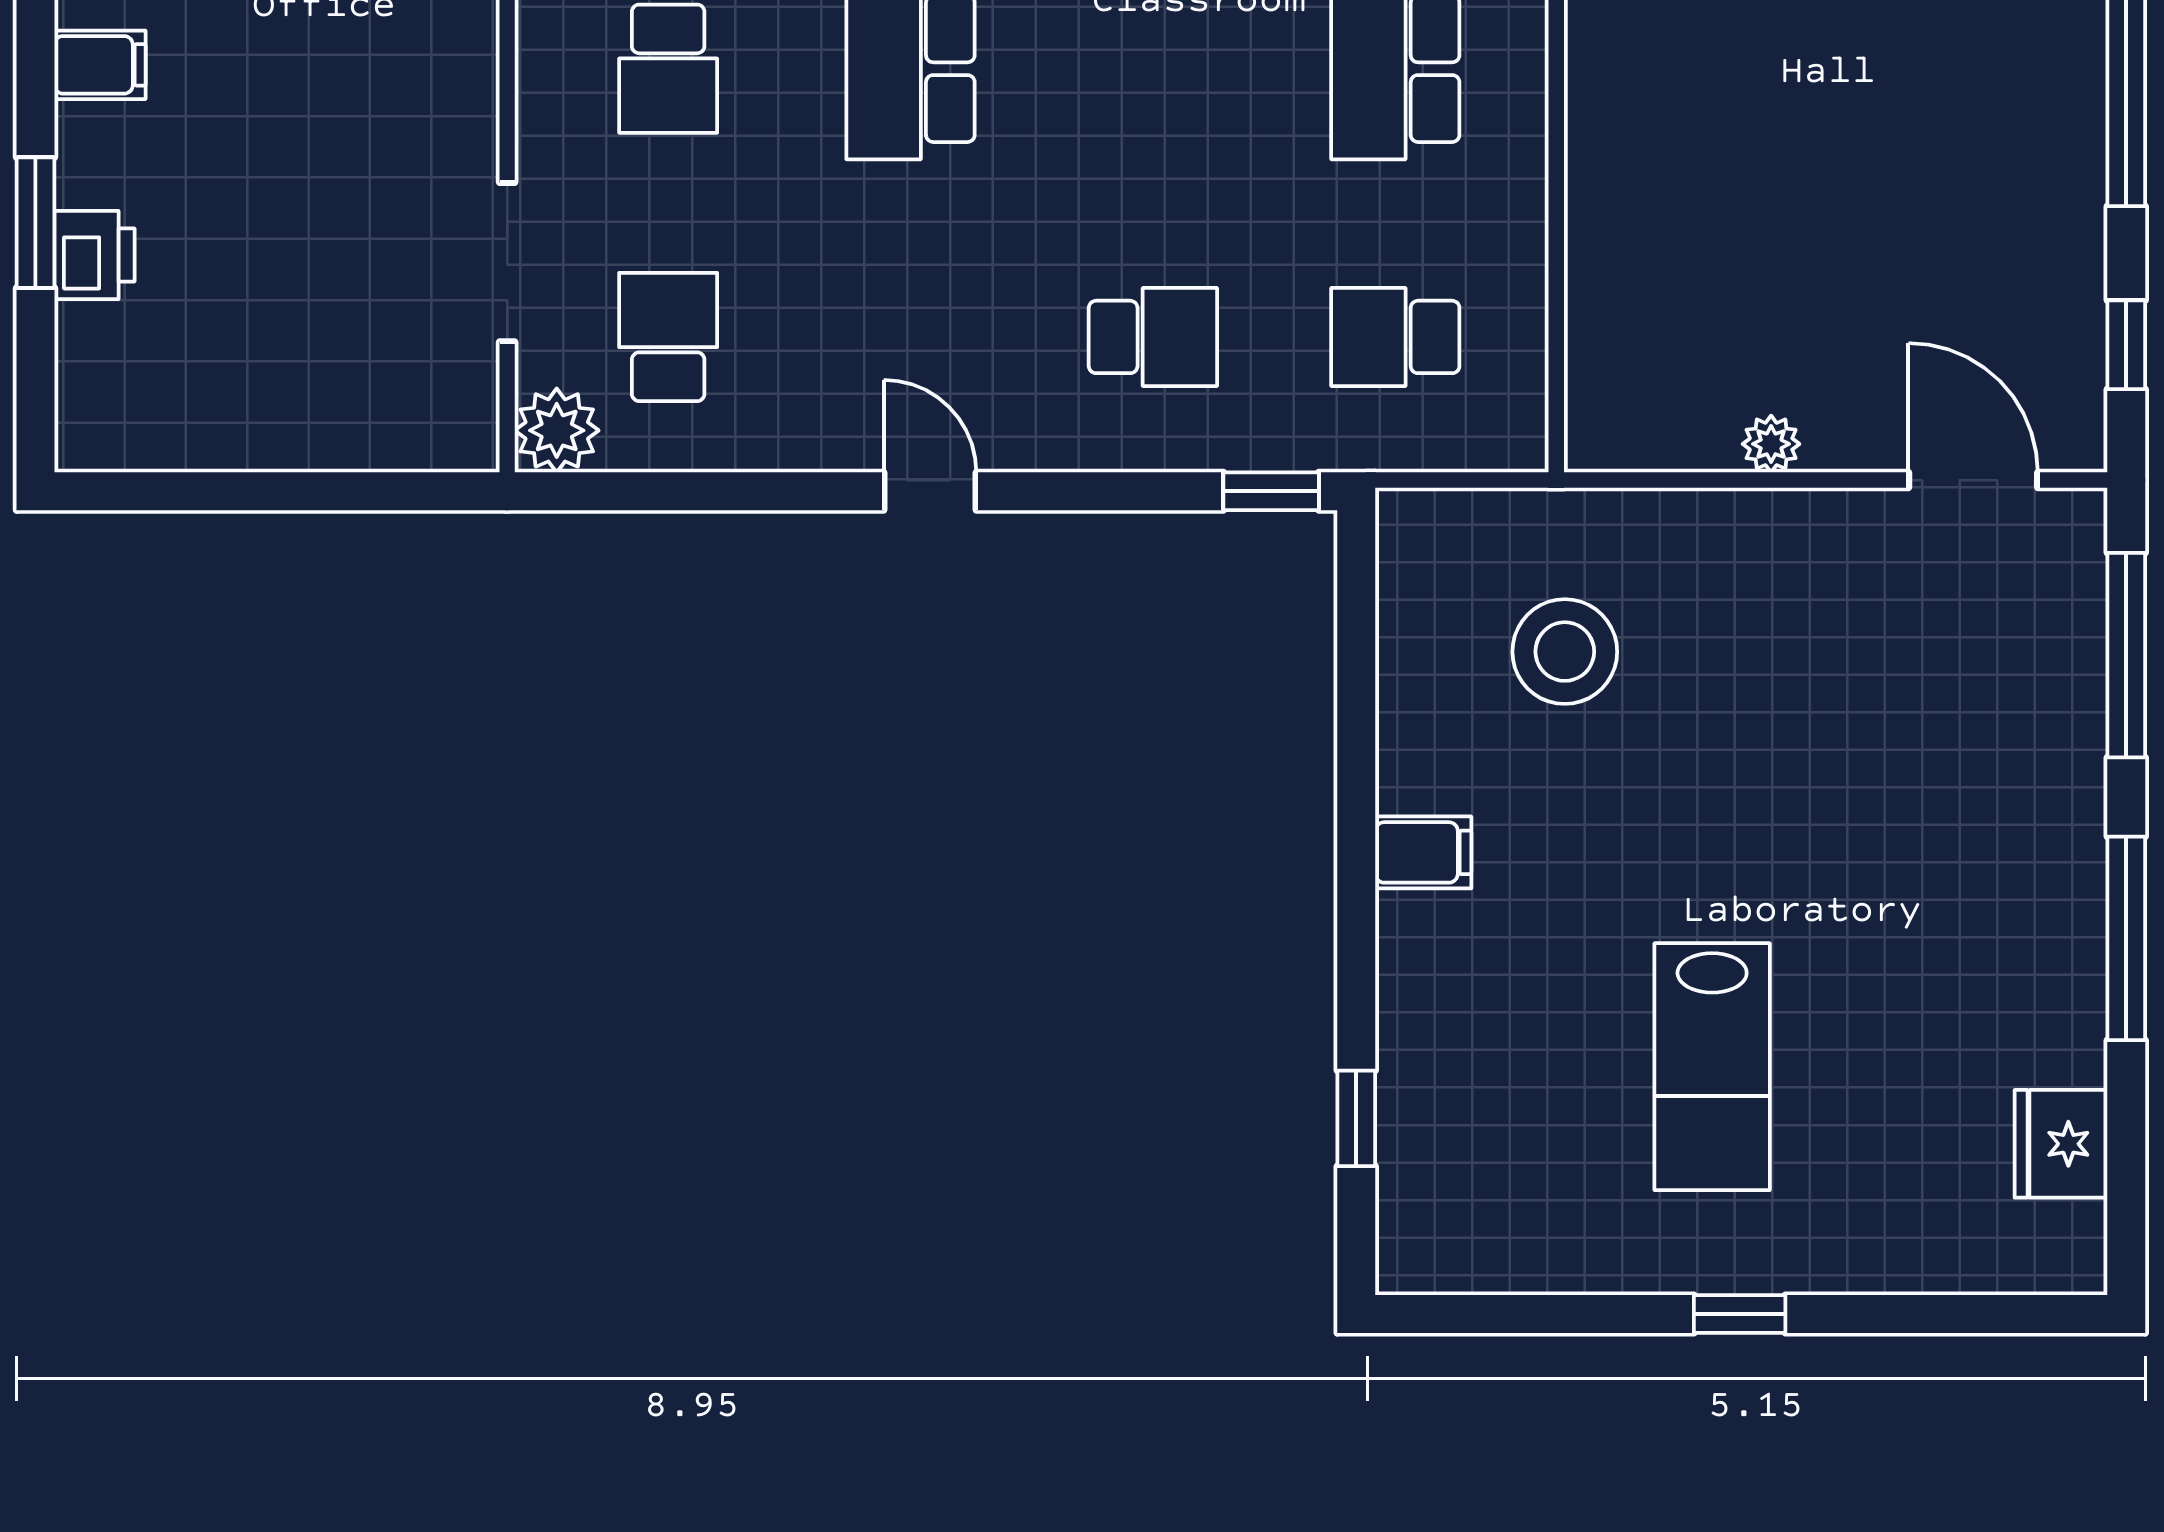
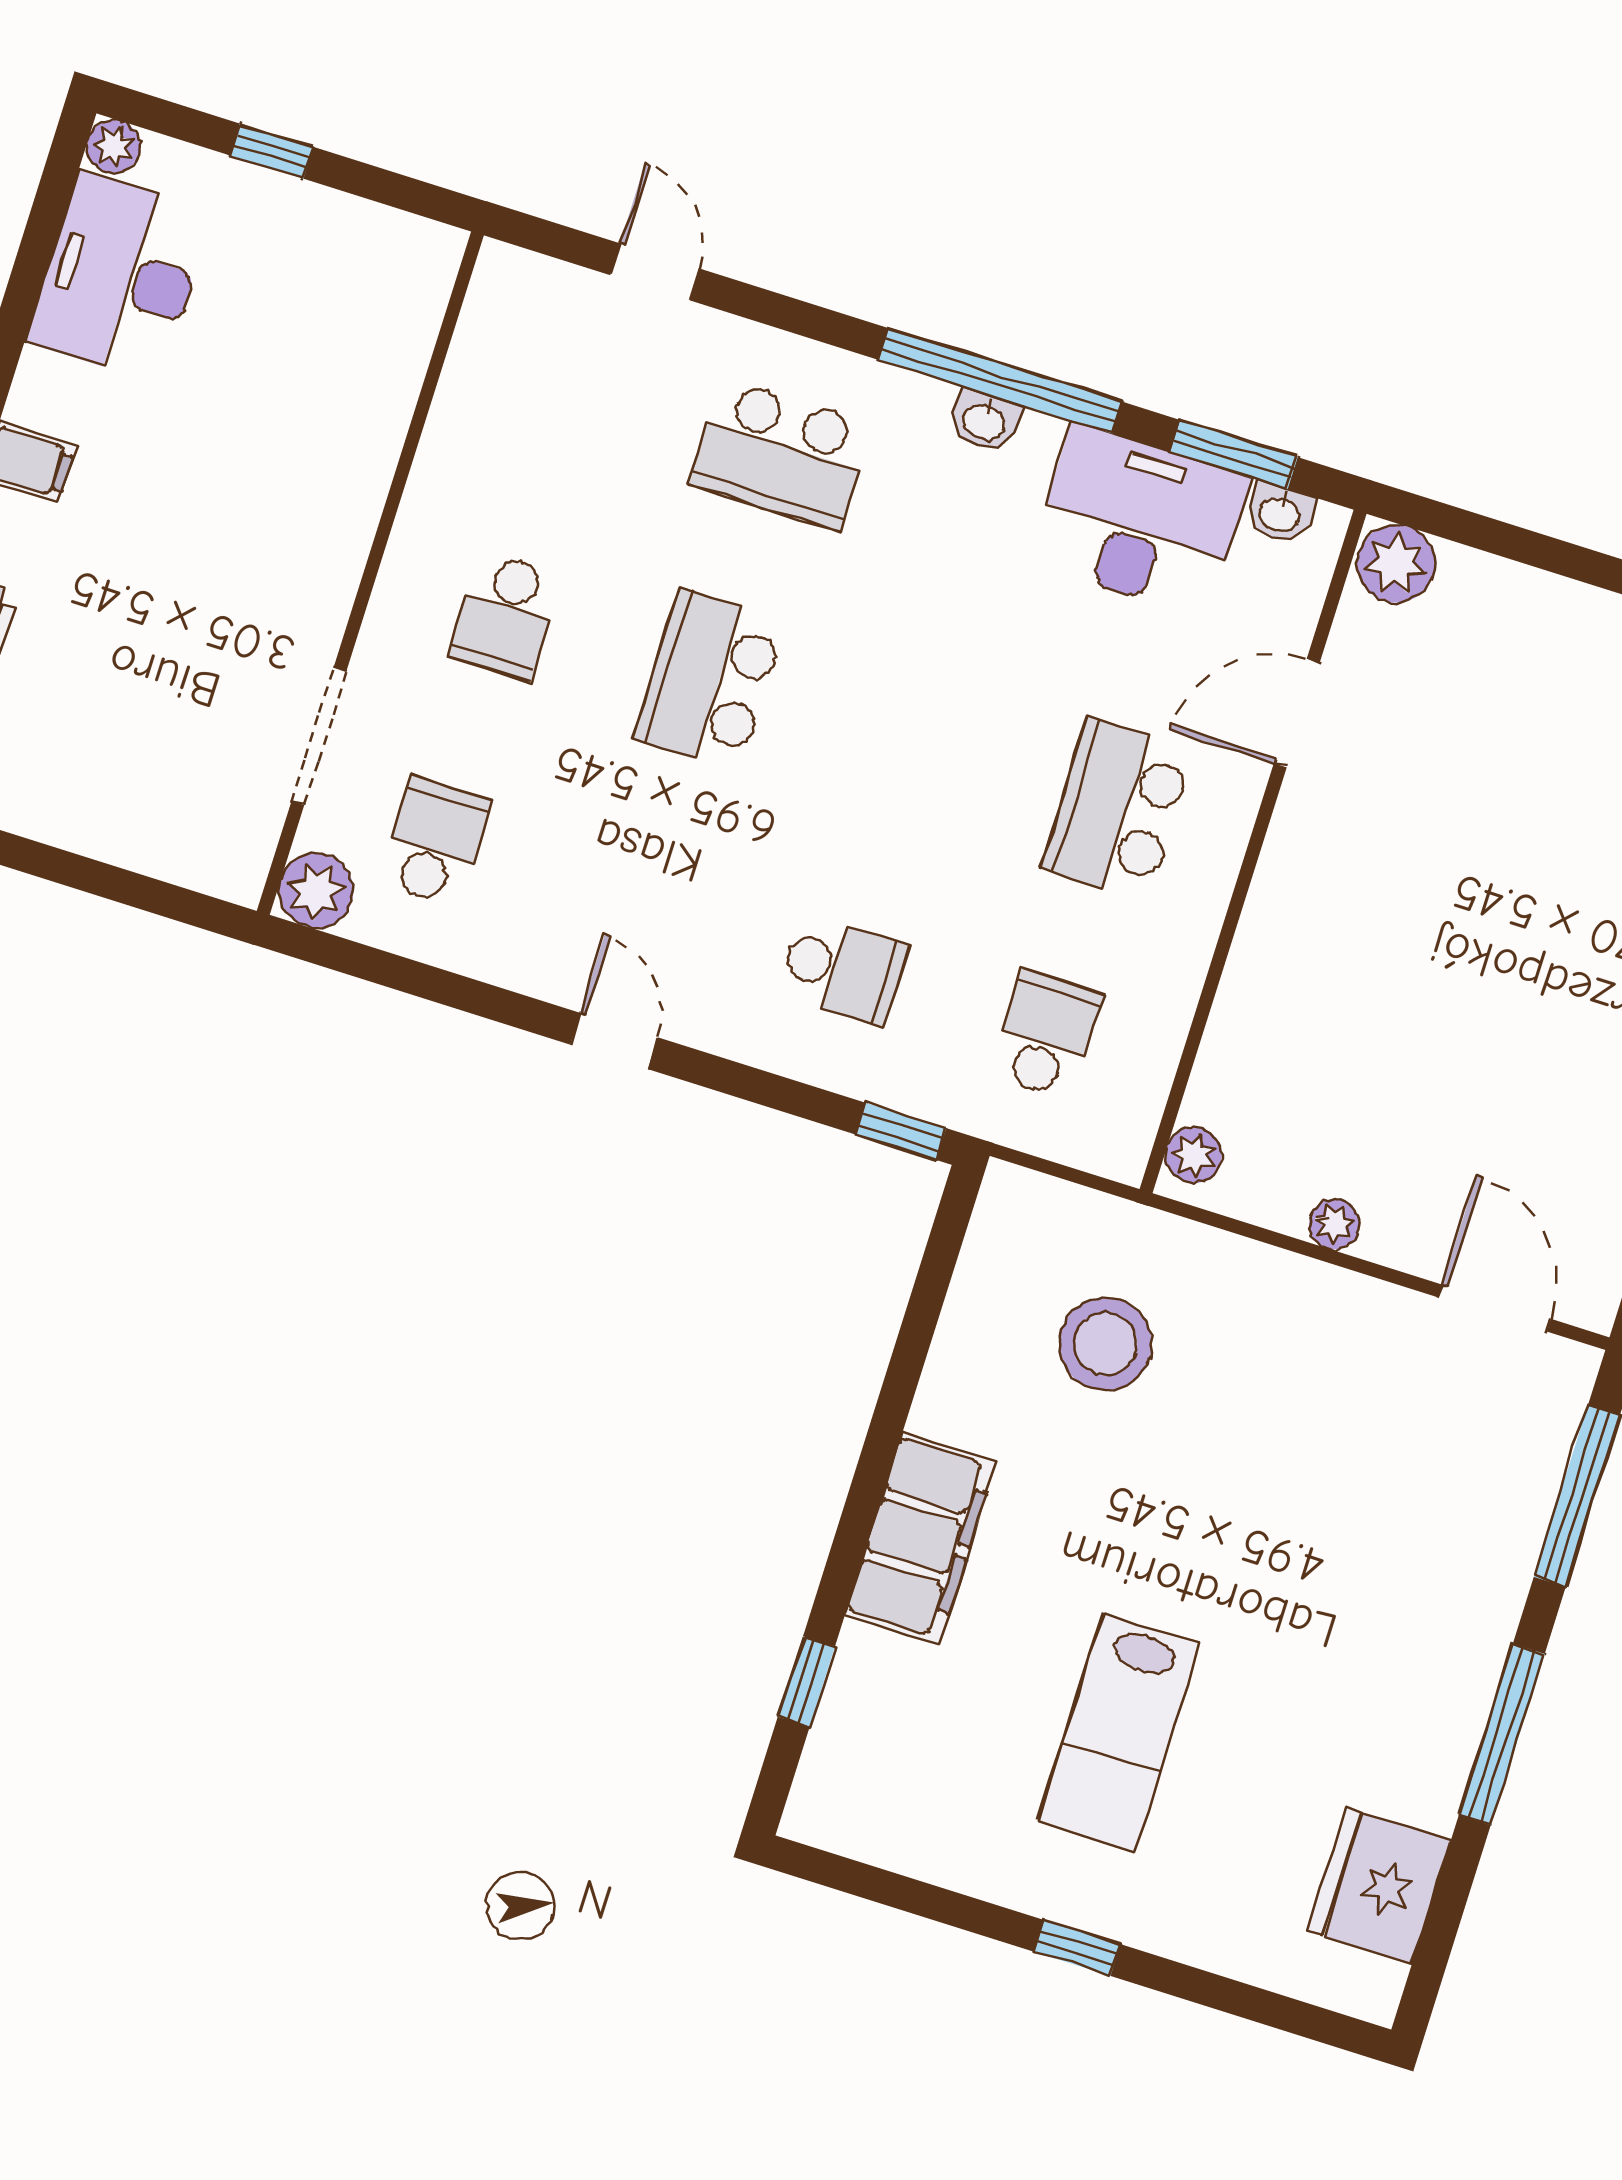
school desk: (1395, 337) -> (1046, 1034), turned 90
plant: (1596, 417) -> (1194, 1155), added
filing cabinet: (1423, 852) -> (921, 1538), width x3.00, depth x1.17
fridge: (2061, 1144) -> (1379, 1886), width x1.36, depth x1.34

